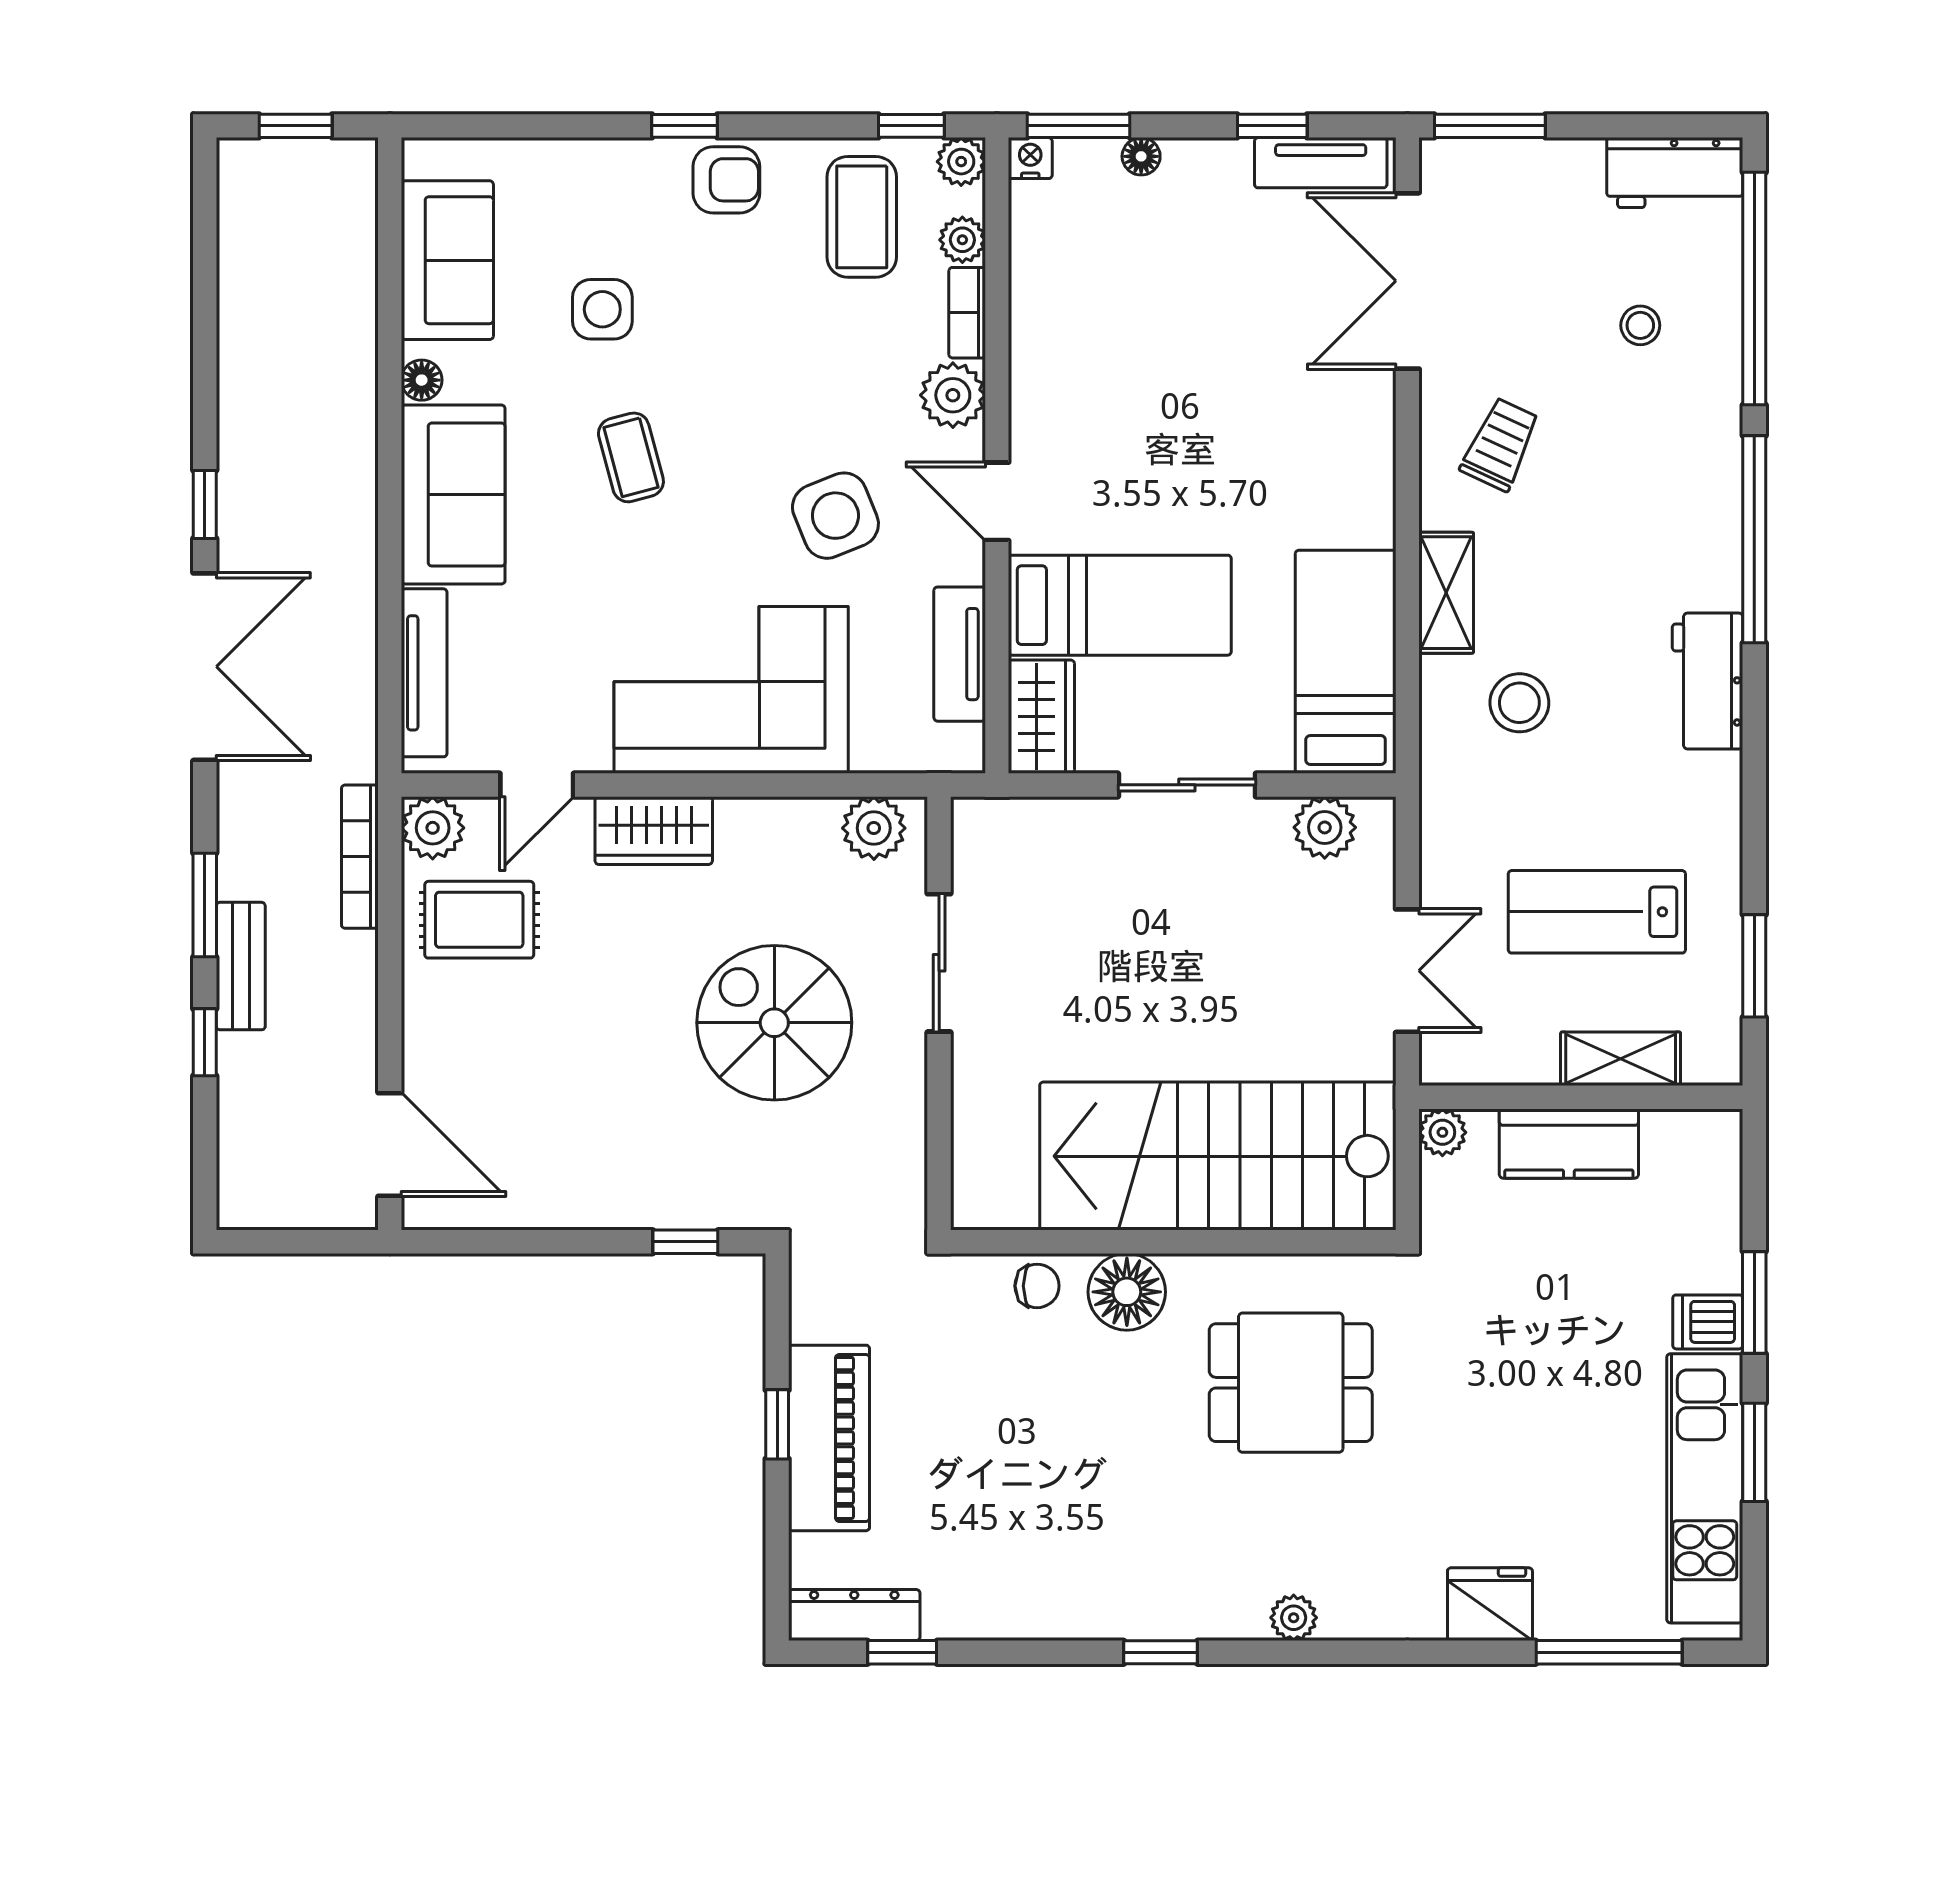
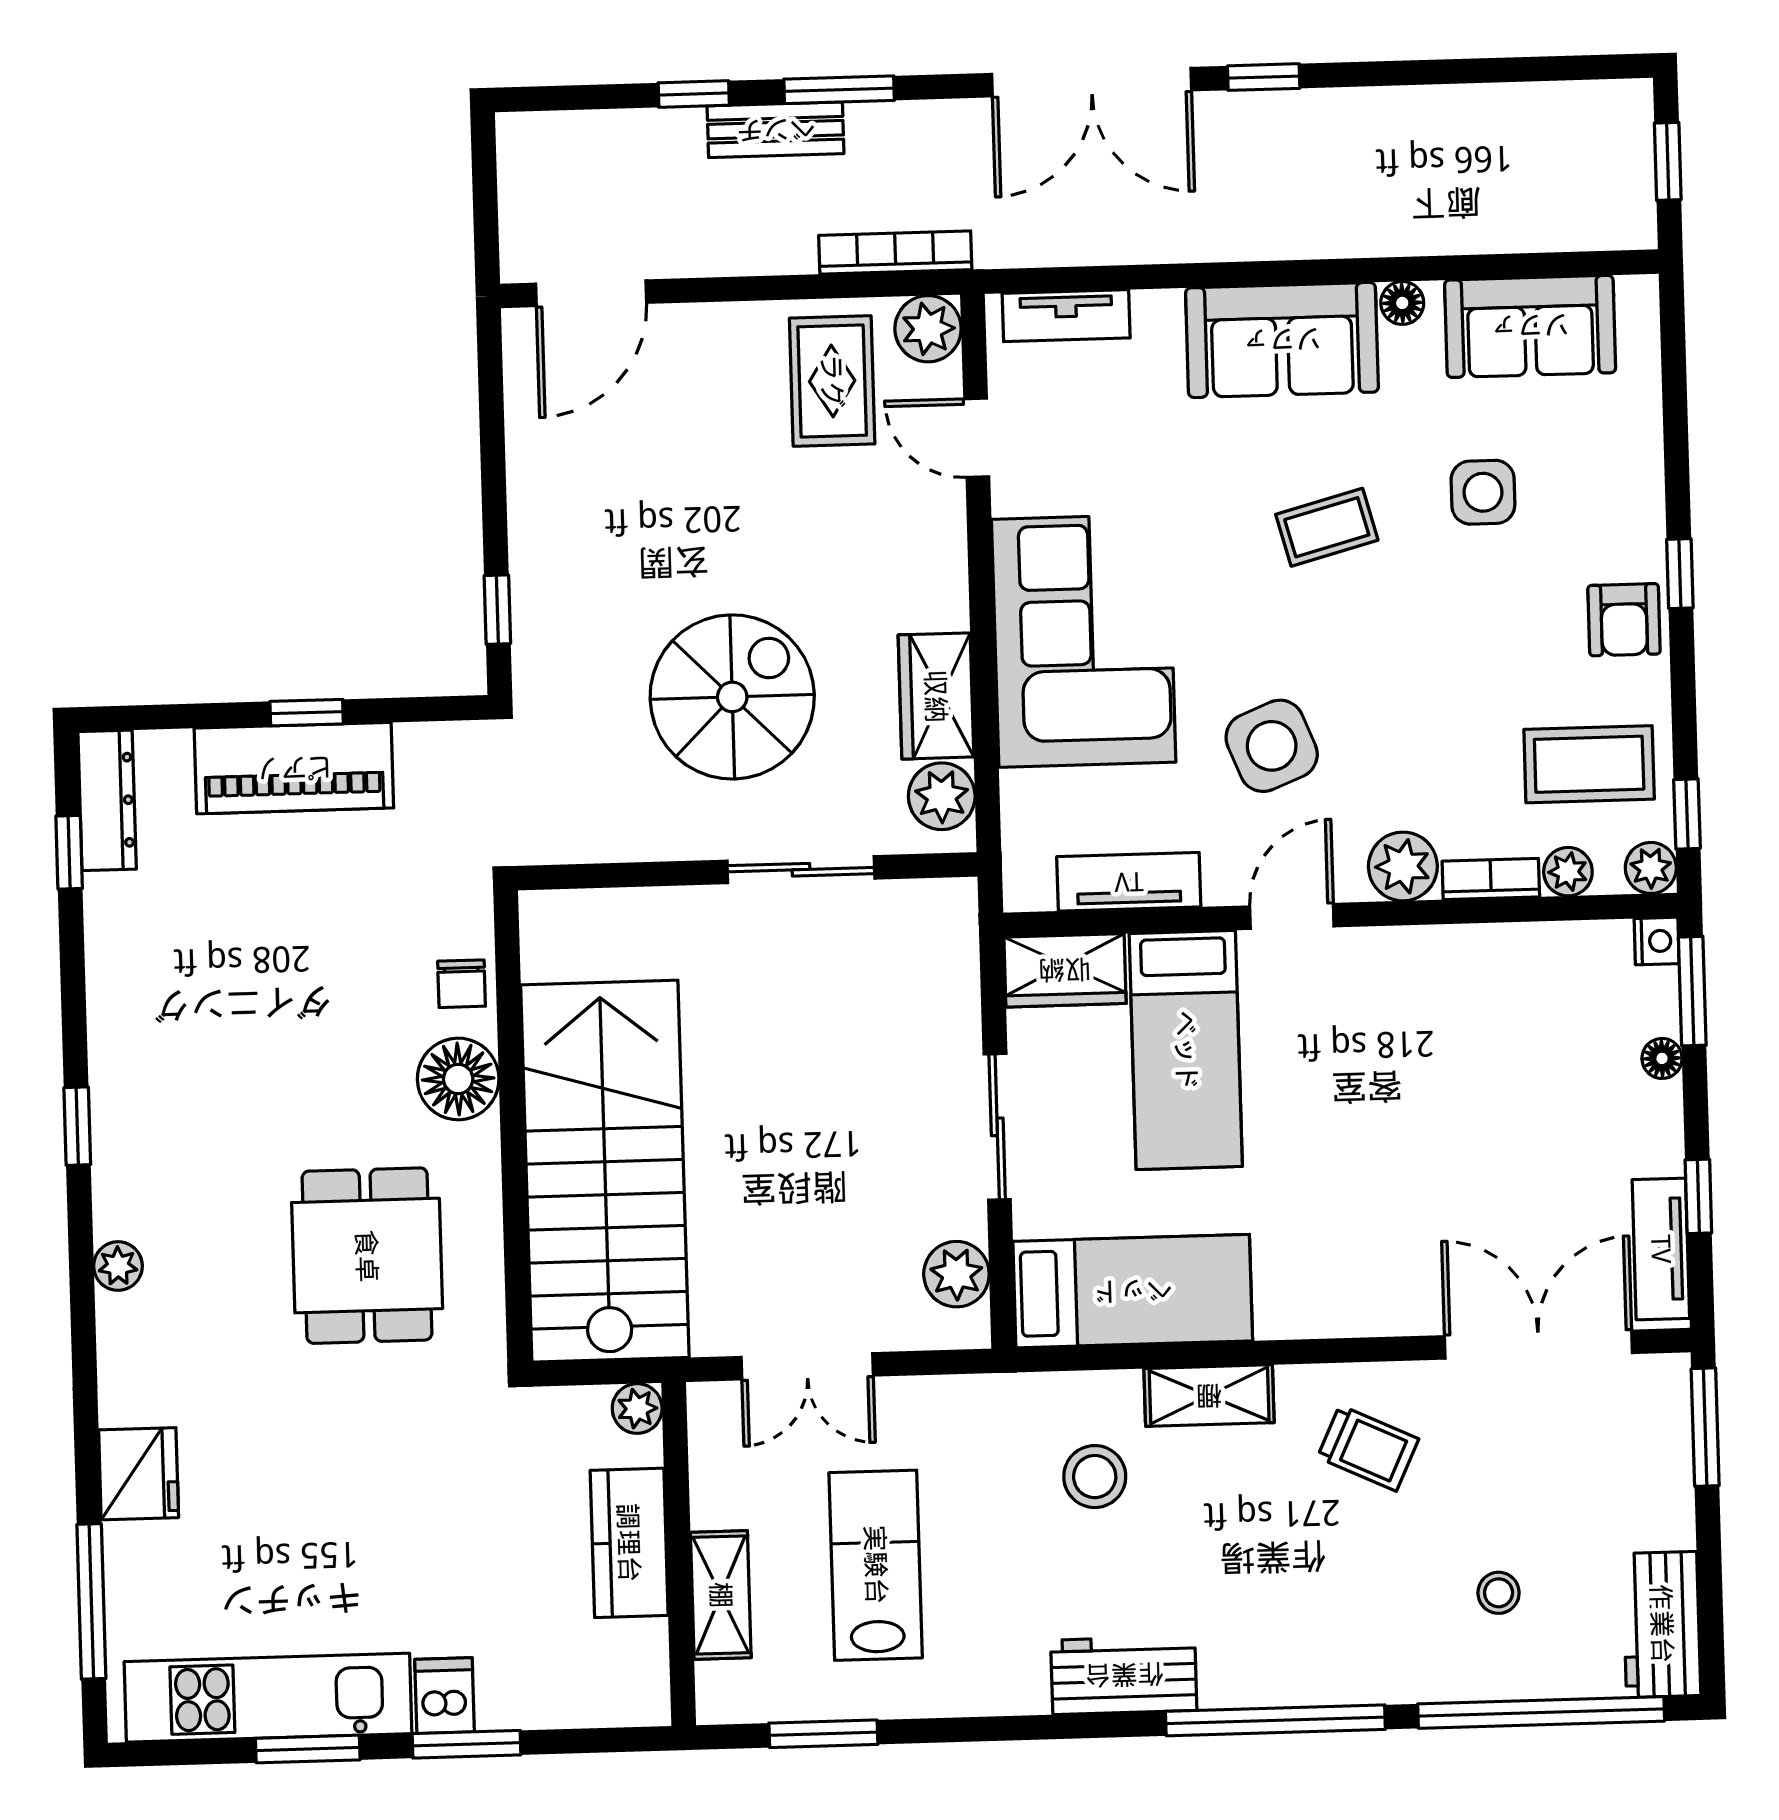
tv unit: (424, 673) -> (1066, 316), width x0.71
wardrobe: (654, 831) -> (936, 696), moved

